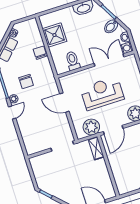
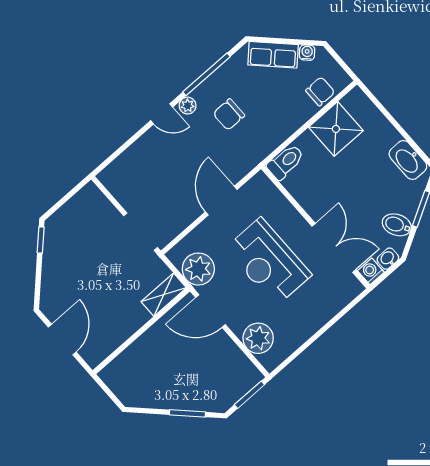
chair: (40, 53) -> (320, 91), moved
toilet: (73, 61) -> (286, 162), moved
reception desk: (102, 93) -> (268, 262), turned 180

